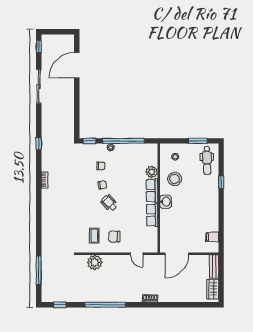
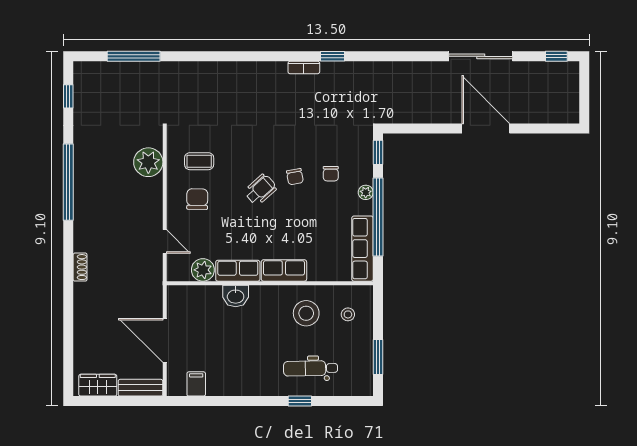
door: (77, 65) -> (486, 128), moved
window: (39, 143) -> (333, 56), moved
row of seats: (140, 149) -> (363, 249), added
dental chair: (207, 160) -> (311, 368), moved
plant: (152, 172) -> (203, 270), moved
washbasin: (165, 202) -> (236, 296), moved
door: (137, 254) -> (165, 242), swing flipped
door: (177, 254) -> (165, 340), moved

